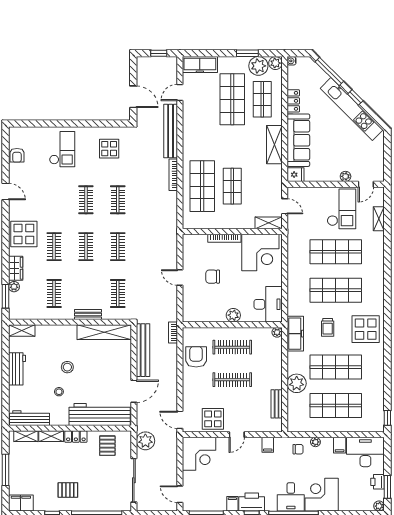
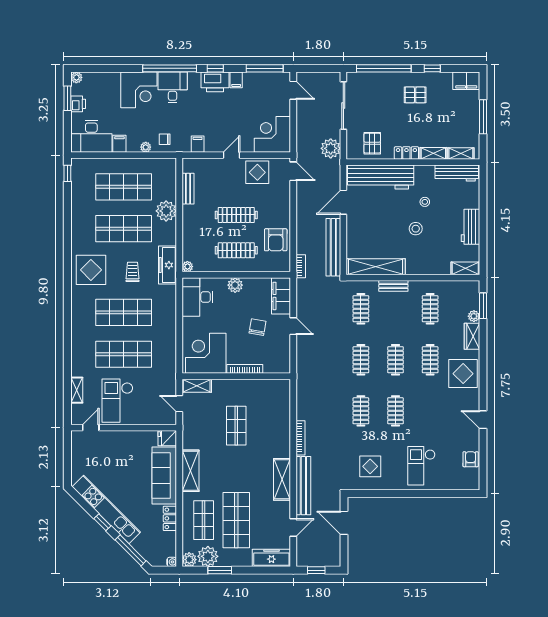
shelving: (190, 137) -> (282, 479), added
plant: (346, 176) -> (113, 436), removed
shop shelf: (202, 186) -> (269, 426), removed
chair: (213, 277) -> (258, 327), turned -80
filing cabinet: (191, 305) -> (281, 296), added

